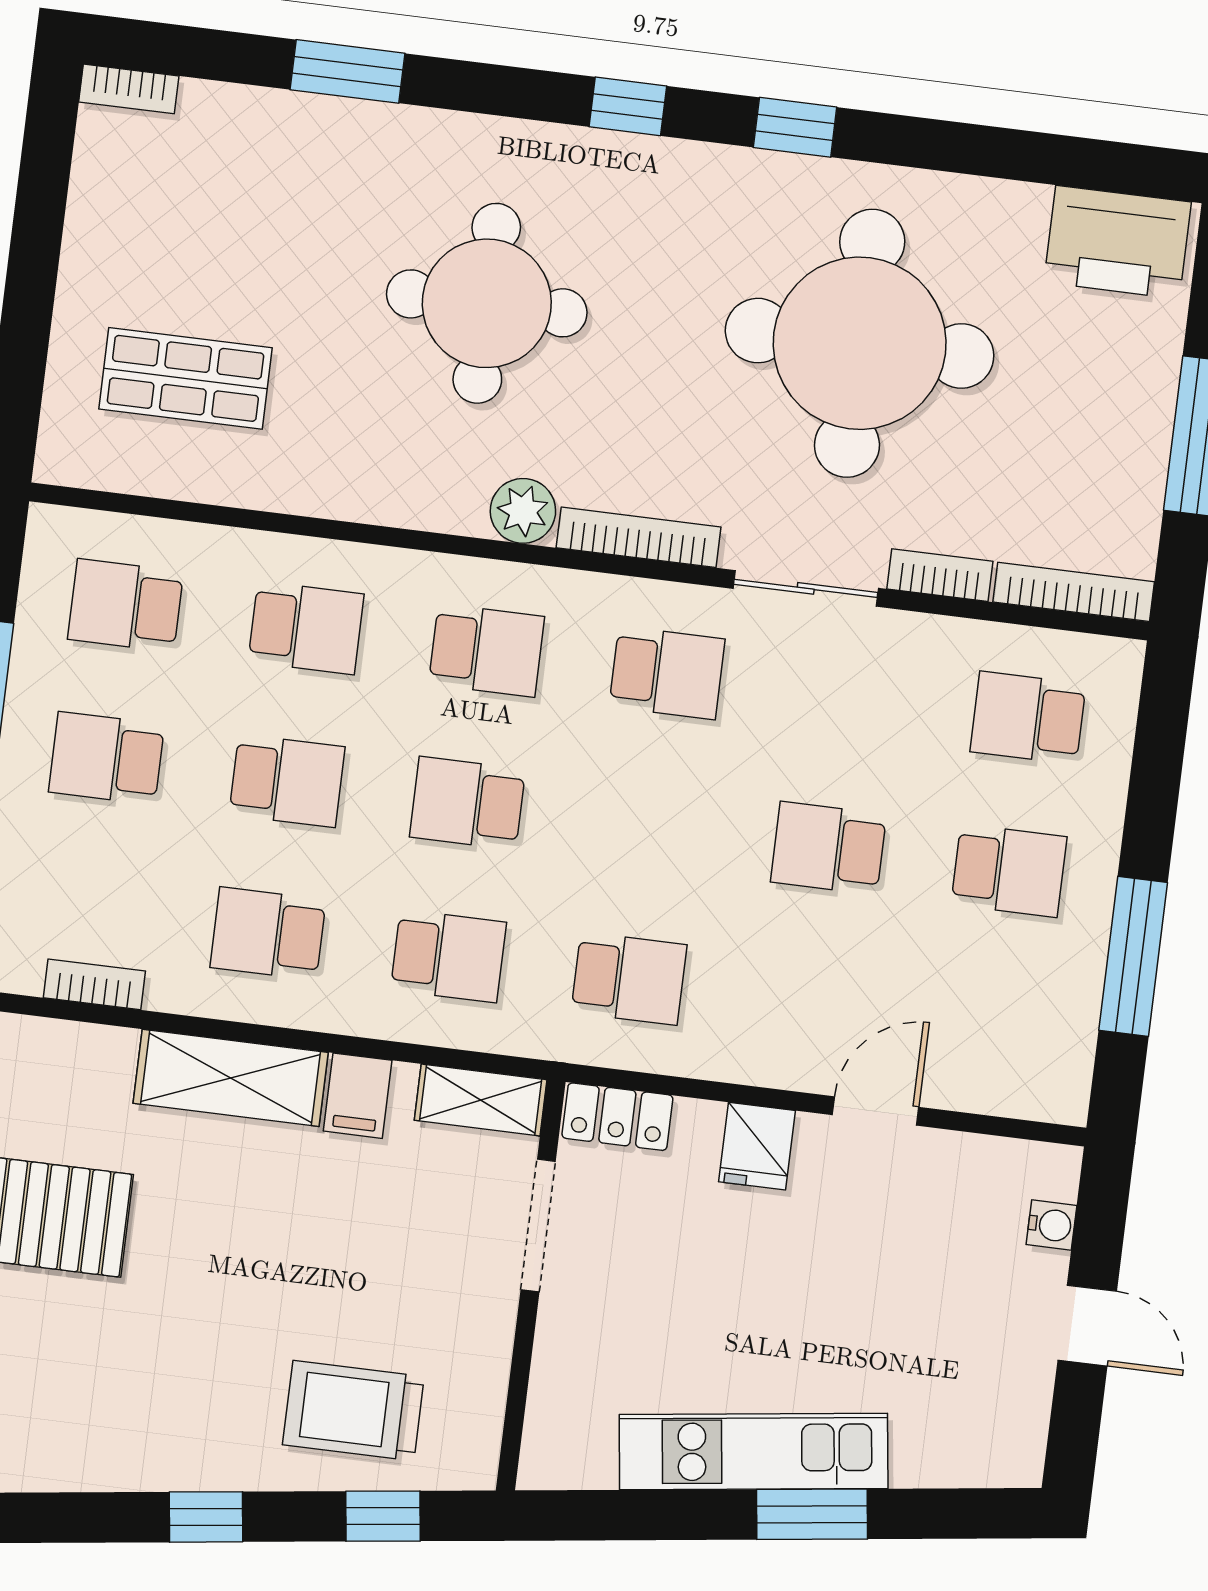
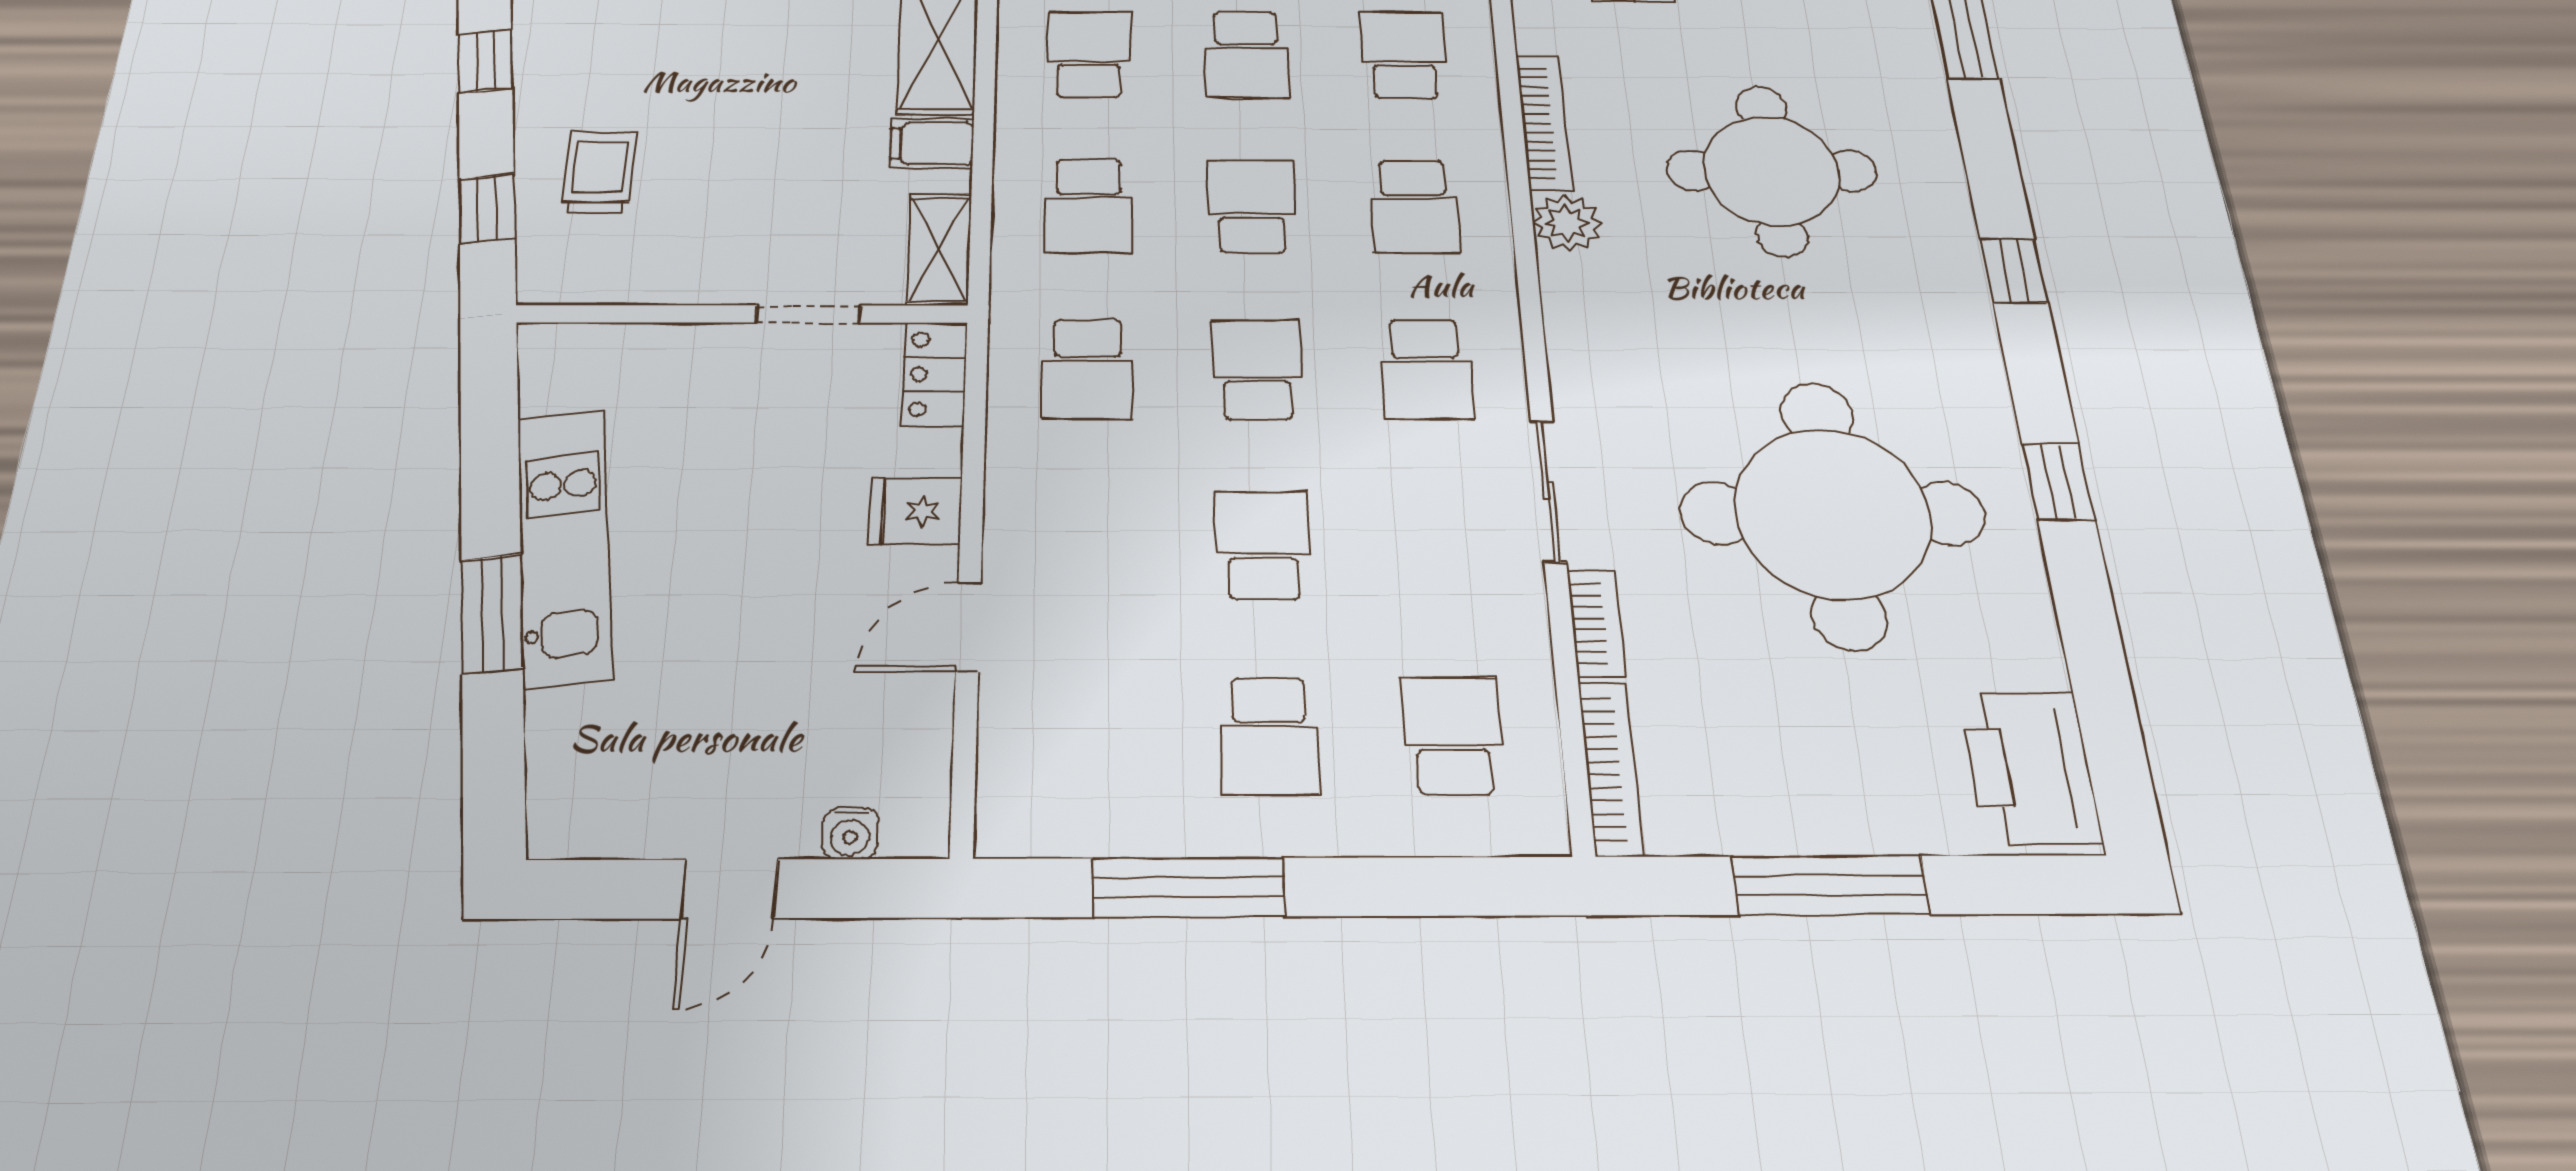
window: (795, 127) -> (2058, 482), moved
bookcase: (639, 537) -> (1544, 123), moved
school desk: (306, 628) -> (1403, 55), turned 180
school desk: (648, 826) -> (1257, 369), added
door: (876, 1111) -> (968, 627), swing flipped
doorway: (538, 1225) -> (808, 314), width x0.73
trolley: (353, 1411) -> (600, 172), width x0.73, depth x0.72

